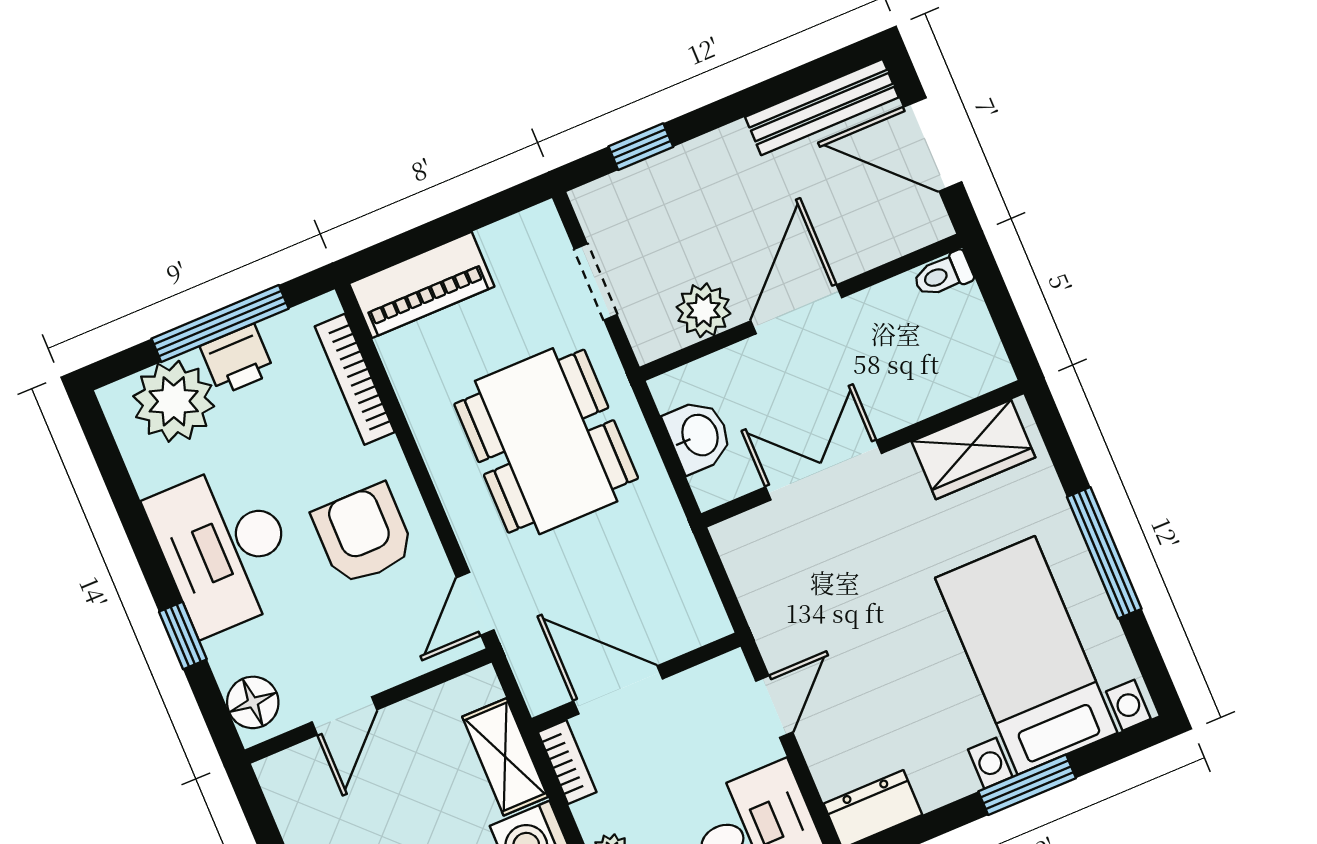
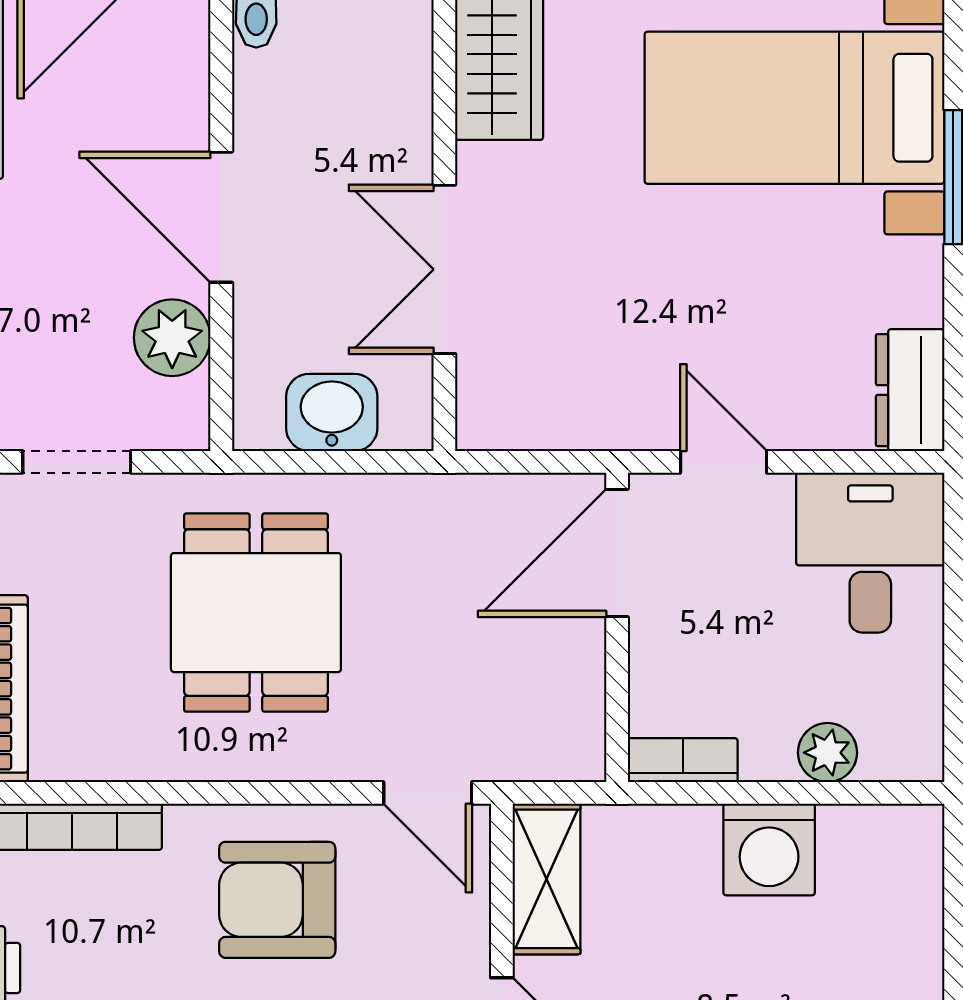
dining table: (546, 441) -> (256, 613), width x0.73
door: (618, 690) -> (617, 553), moved
shelving: (505, 757) -> (547, 879), moved, turned 90

